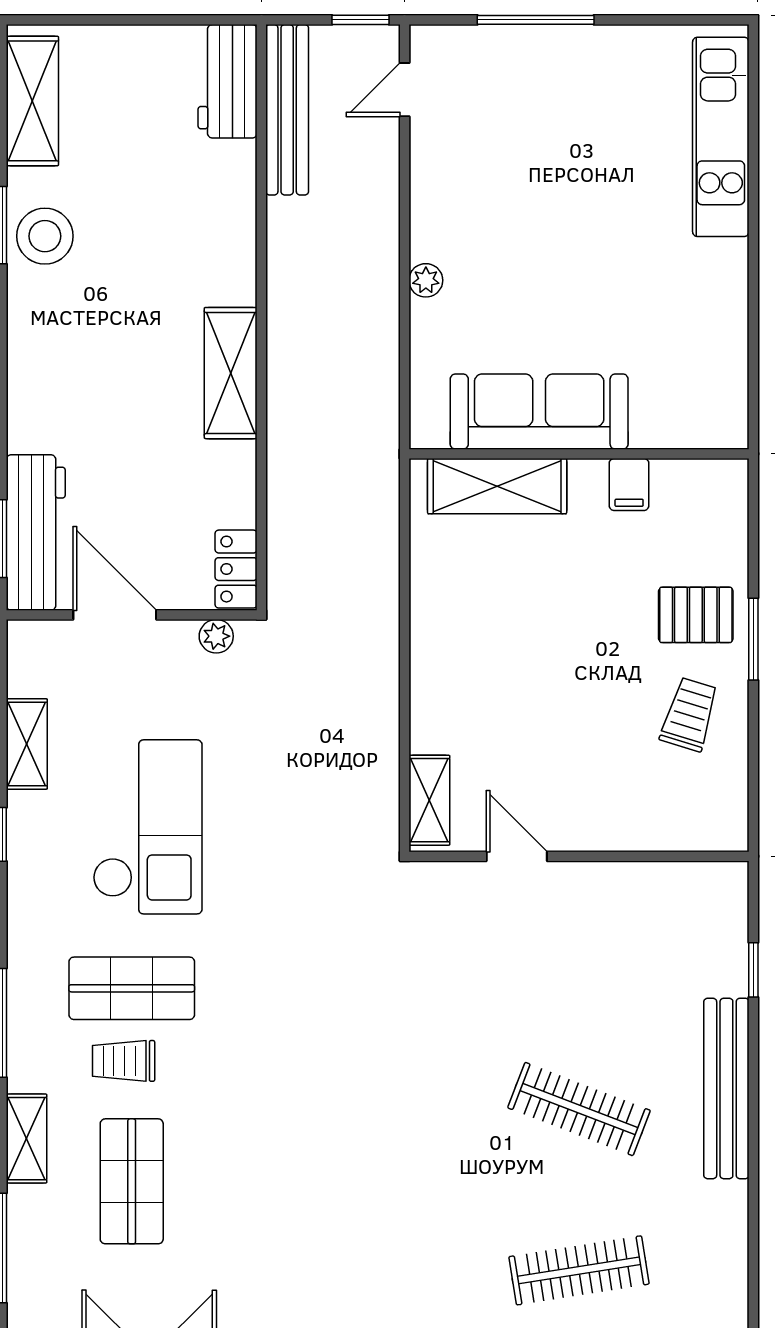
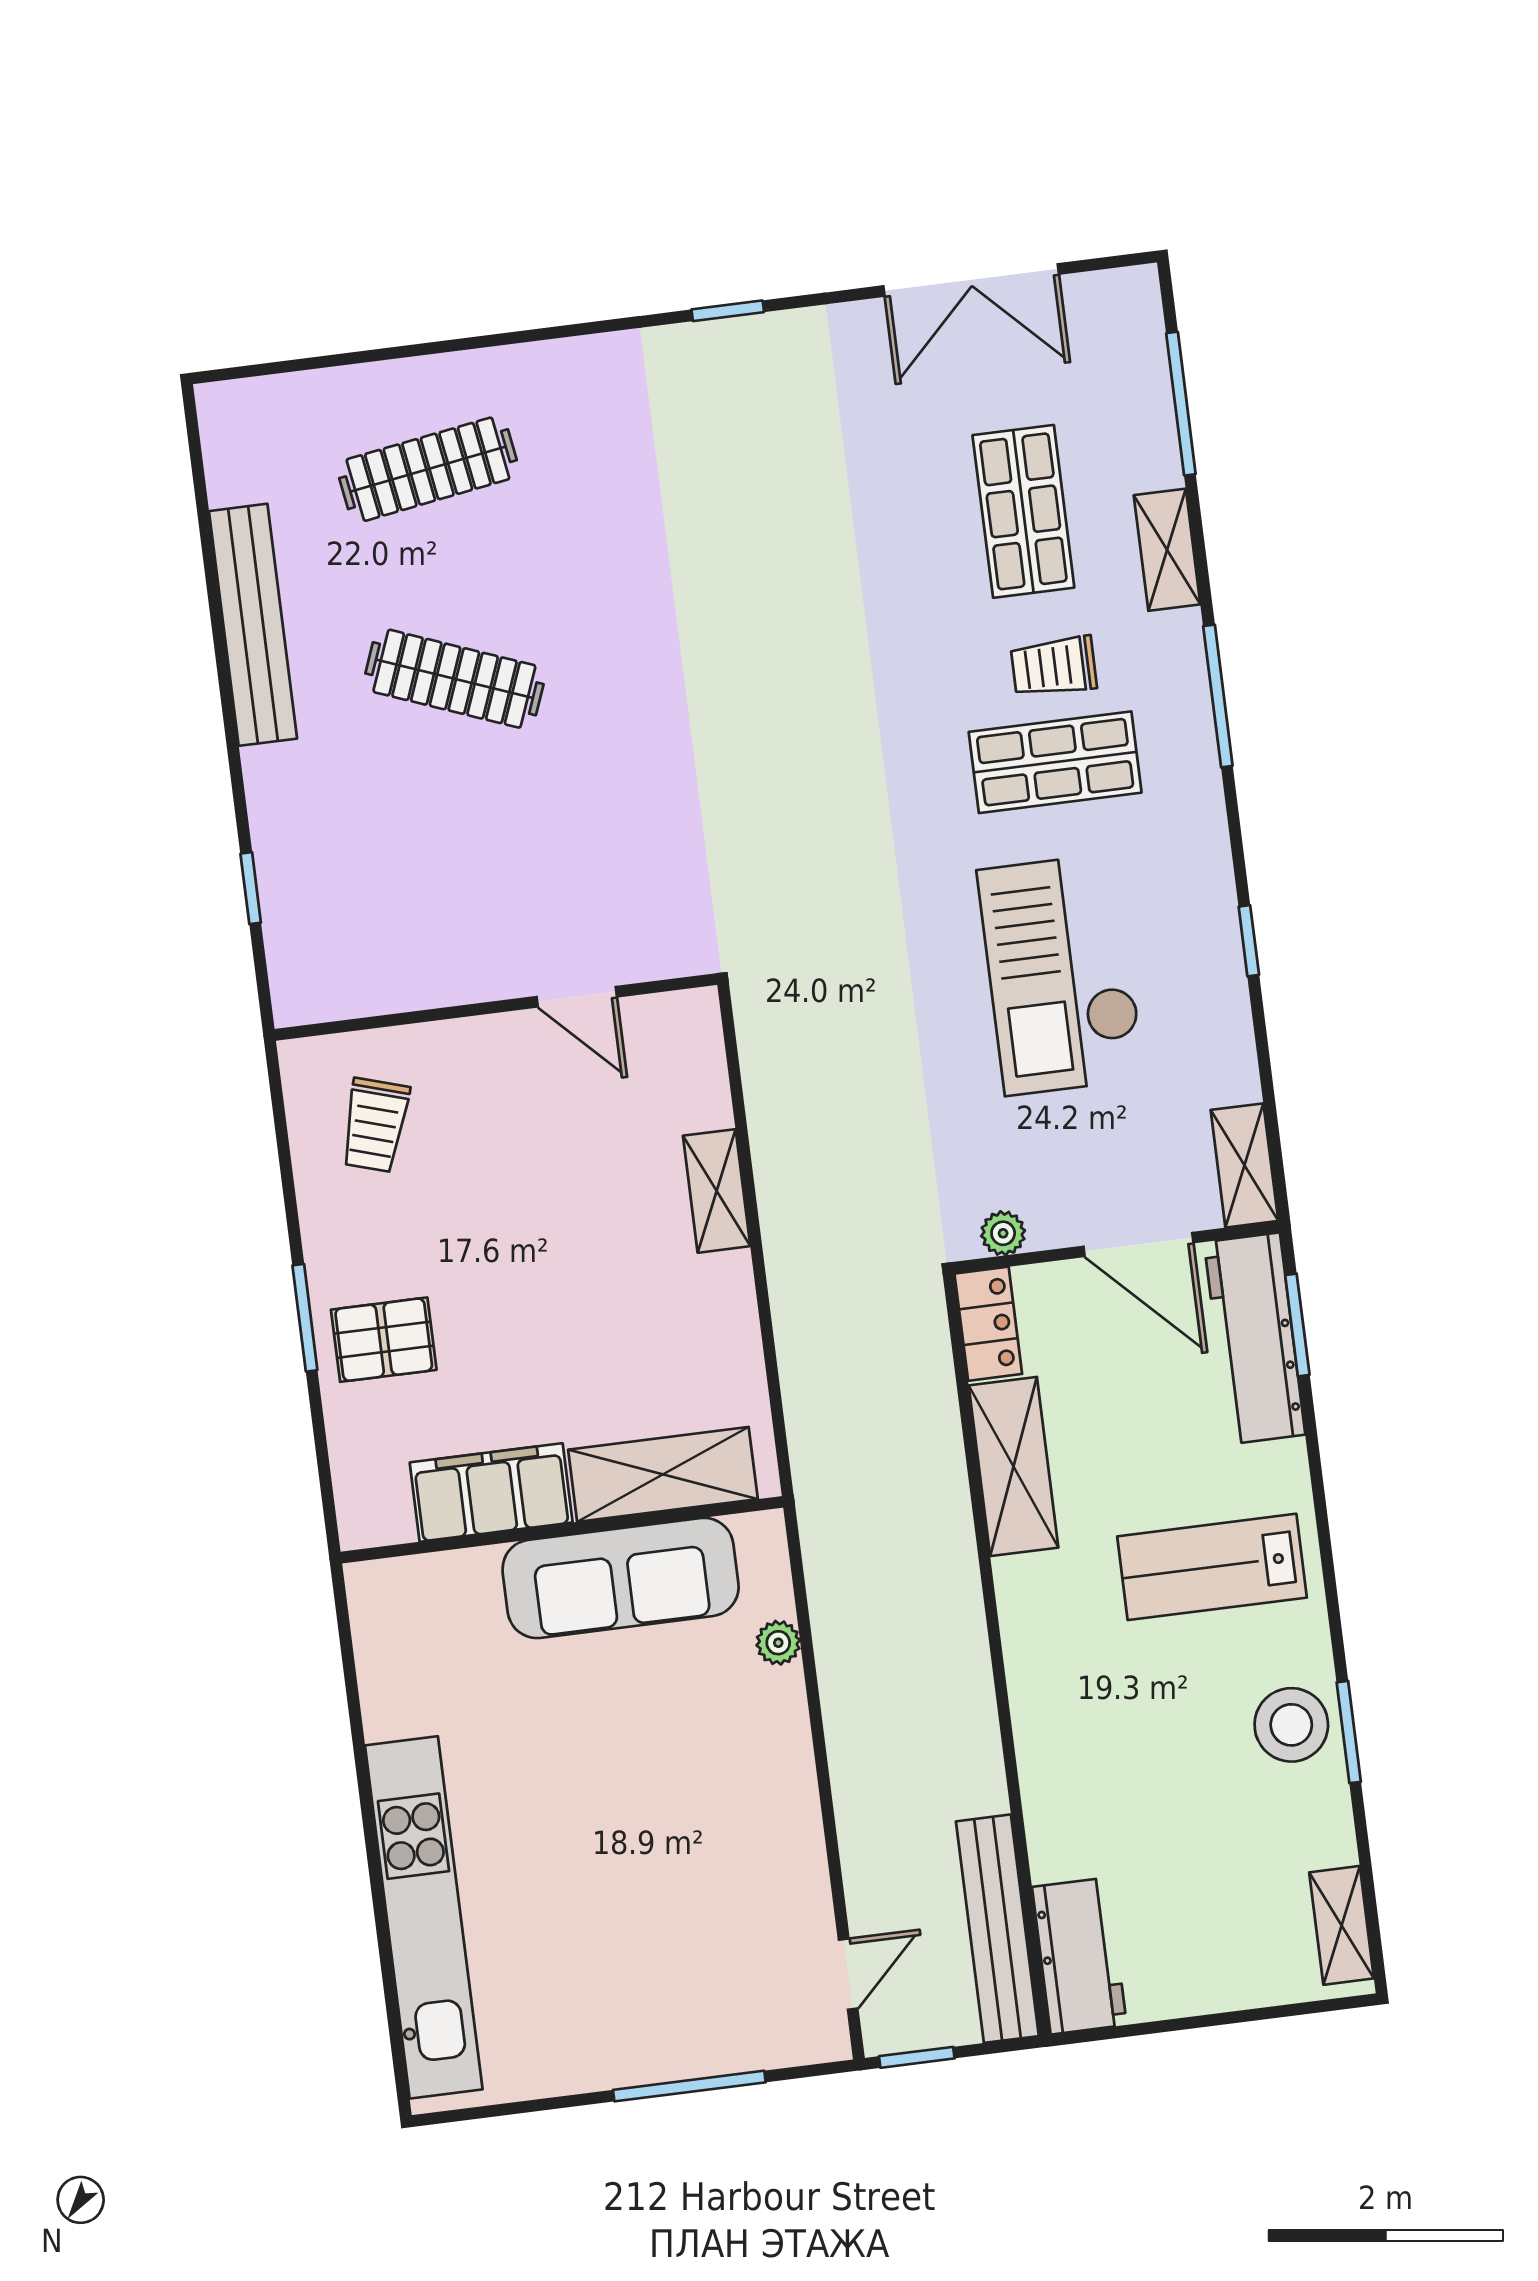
shelving: (32, 101) -> (1342, 1925), width x0.67, depth x0.75
kitchen unit: (721, 137) -> (424, 1917), width x1.36
plant: (426, 280) -> (778, 1643), moved
lab bench: (90, 363) -> (1212, 1567), added
shelving: (231, 373) -> (1014, 1466), moved
filing cabinet: (629, 484) -> (491, 1492), width x3.00, depth x1.17
trolley: (689, 714) -> (375, 1125), moved
shelving: (27, 744) -> (1244, 1165), moved
shelving: (429, 800) -> (717, 1191), moved
trolley: (124, 1061) -> (1054, 667), turned 180
bench: (726, 1088) -> (253, 625), moved

